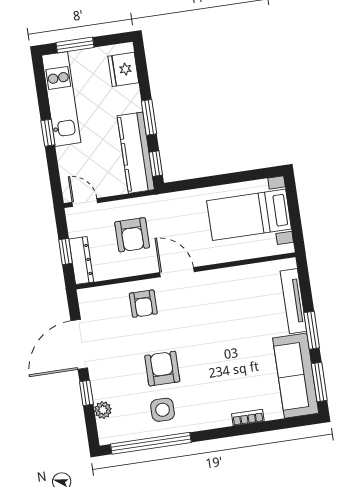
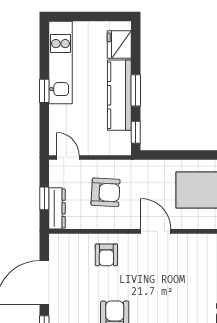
window: (75, 45) -> (80, 17), removed
kitchen counter: (136, 153) -> (119, 95), moved
armchair: (132, 235) -> (105, 192), turned -87
door: (177, 272) -> (156, 231), moved

